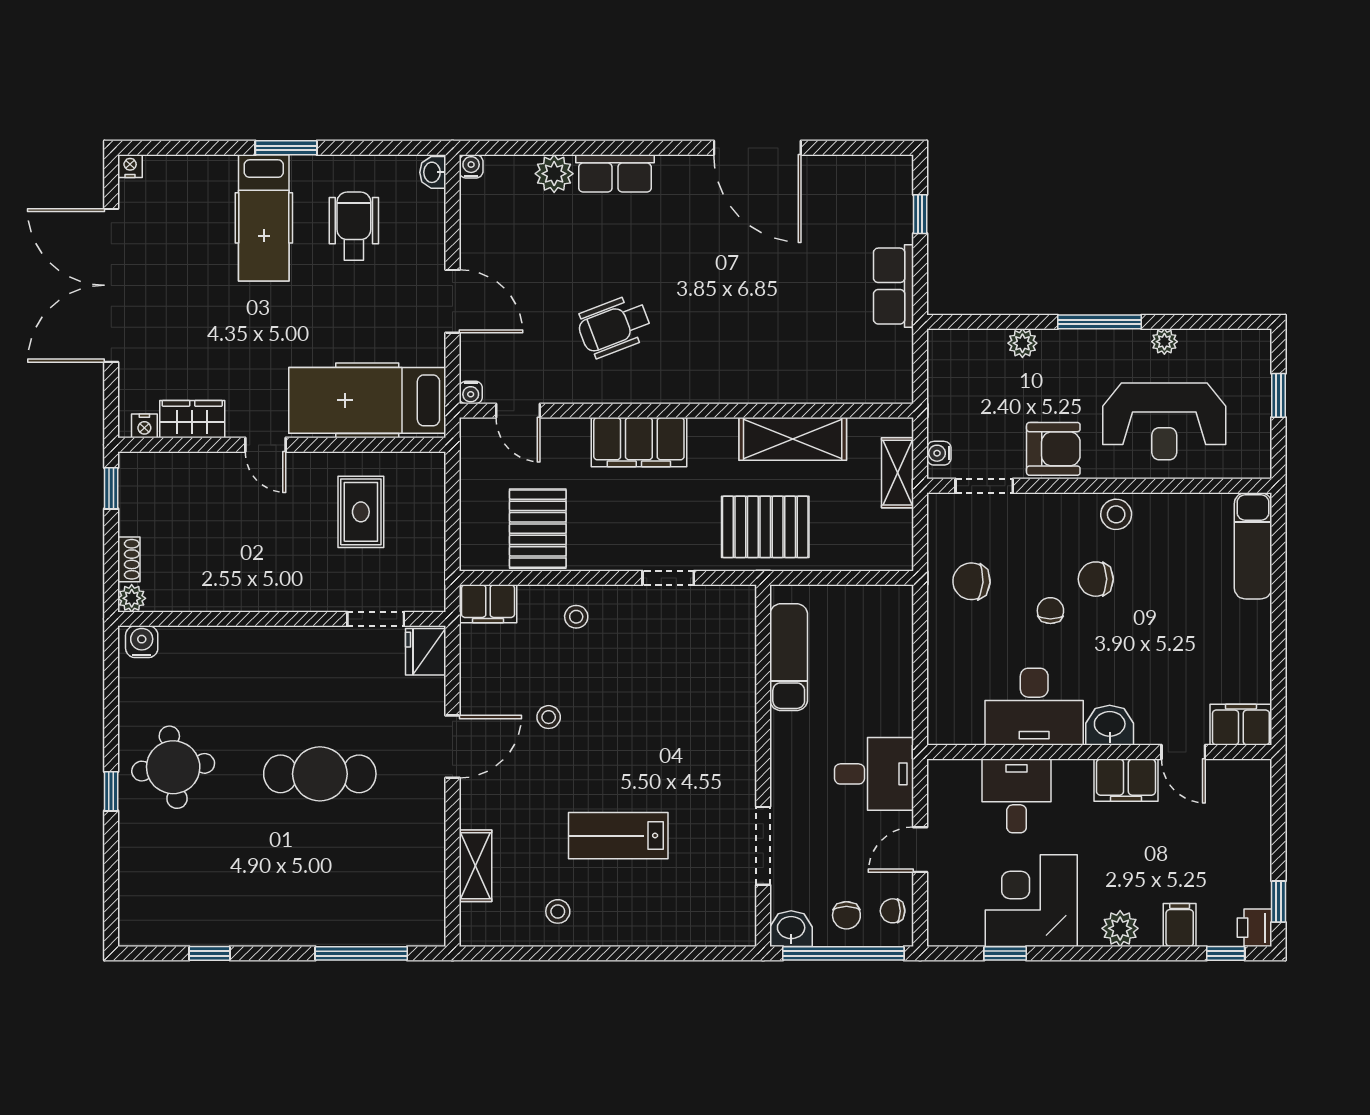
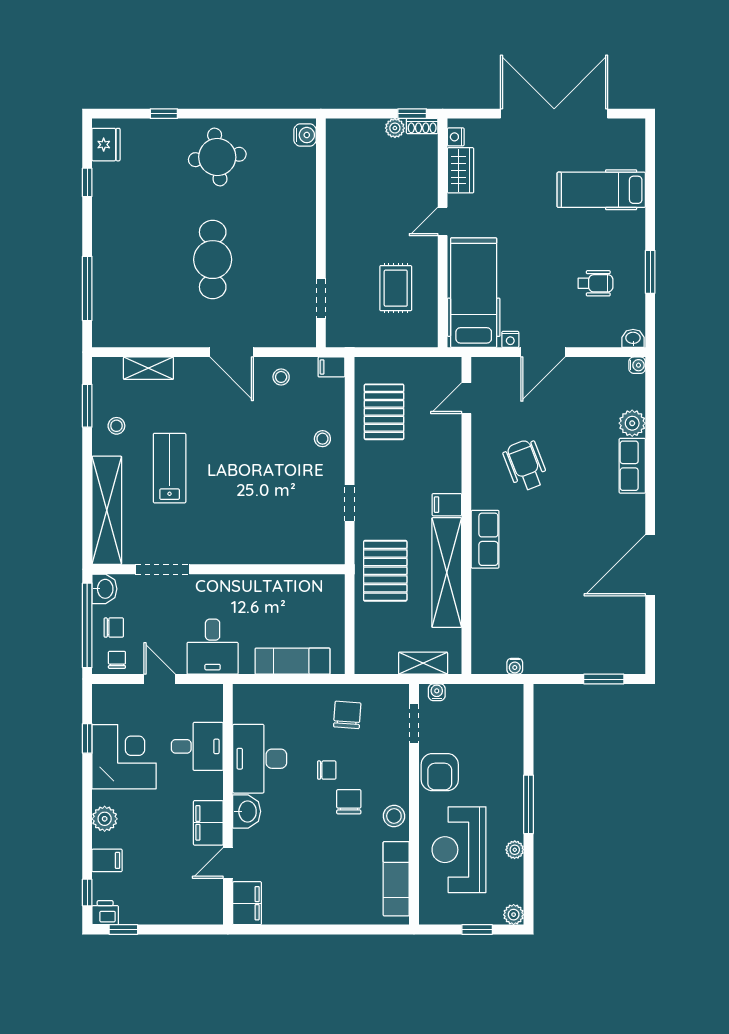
window: (286, 148) -> (650, 272), moved
nightstand: (130, 166) -> (510, 339), moved, turned 90
window: (920, 214) -> (604, 679), width x1.50
hospital bed: (264, 218) -> (601, 190), moved
wheelchair: (354, 226) -> (595, 283), width x0.73, depth x0.73
row of seats: (893, 286) -> (485, 539), moved, turned 90
plant: (1022, 343) -> (514, 915), moved
water cooler: (471, 392) -> (515, 666), moved, turned -90
shelving: (793, 439) -> (447, 573), width x1.47
filing cabinet: (639, 442) -> (447, 505), width x0.33, depth x0.86
rug: (361, 512) -> (396, 288), turned 90
pallet: (538, 529) -> (384, 412), turned 90
exam couch: (1253, 546) -> (396, 879), moved, turned -90
shoe rack: (129, 559) -> (422, 126), moved
plant: (132, 598) -> (395, 128), moved
filing cabinet: (488, 604) -> (331, 367), width x0.50
fridge: (426, 652) -> (106, 145), moved, turned 90
exam couch: (789, 657) -> (292, 661), moved, turned 180
stool: (549, 717) -> (281, 377), moved
window: (111, 791) -> (164, 114), moved
chair: (846, 915) -> (114, 628), turned 180
shelving: (679, 925) -> (107, 510), added
window: (529, 953) -> (87, 406), added

